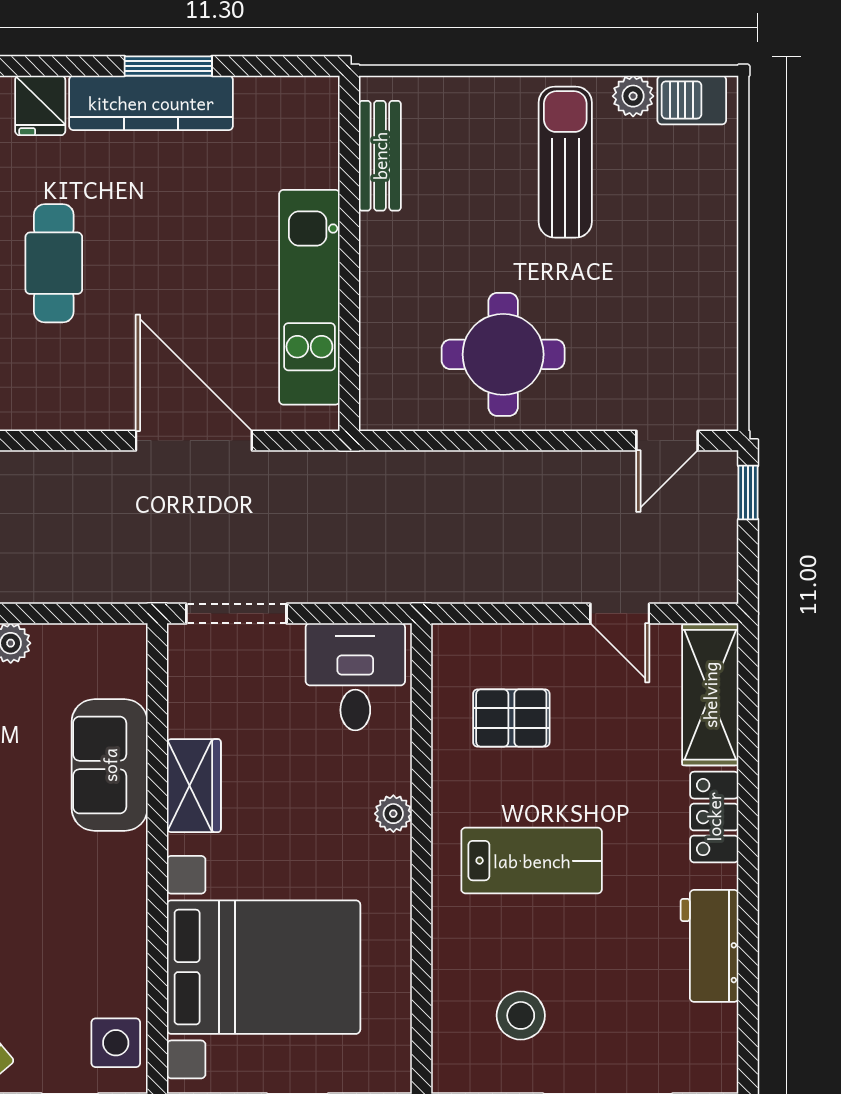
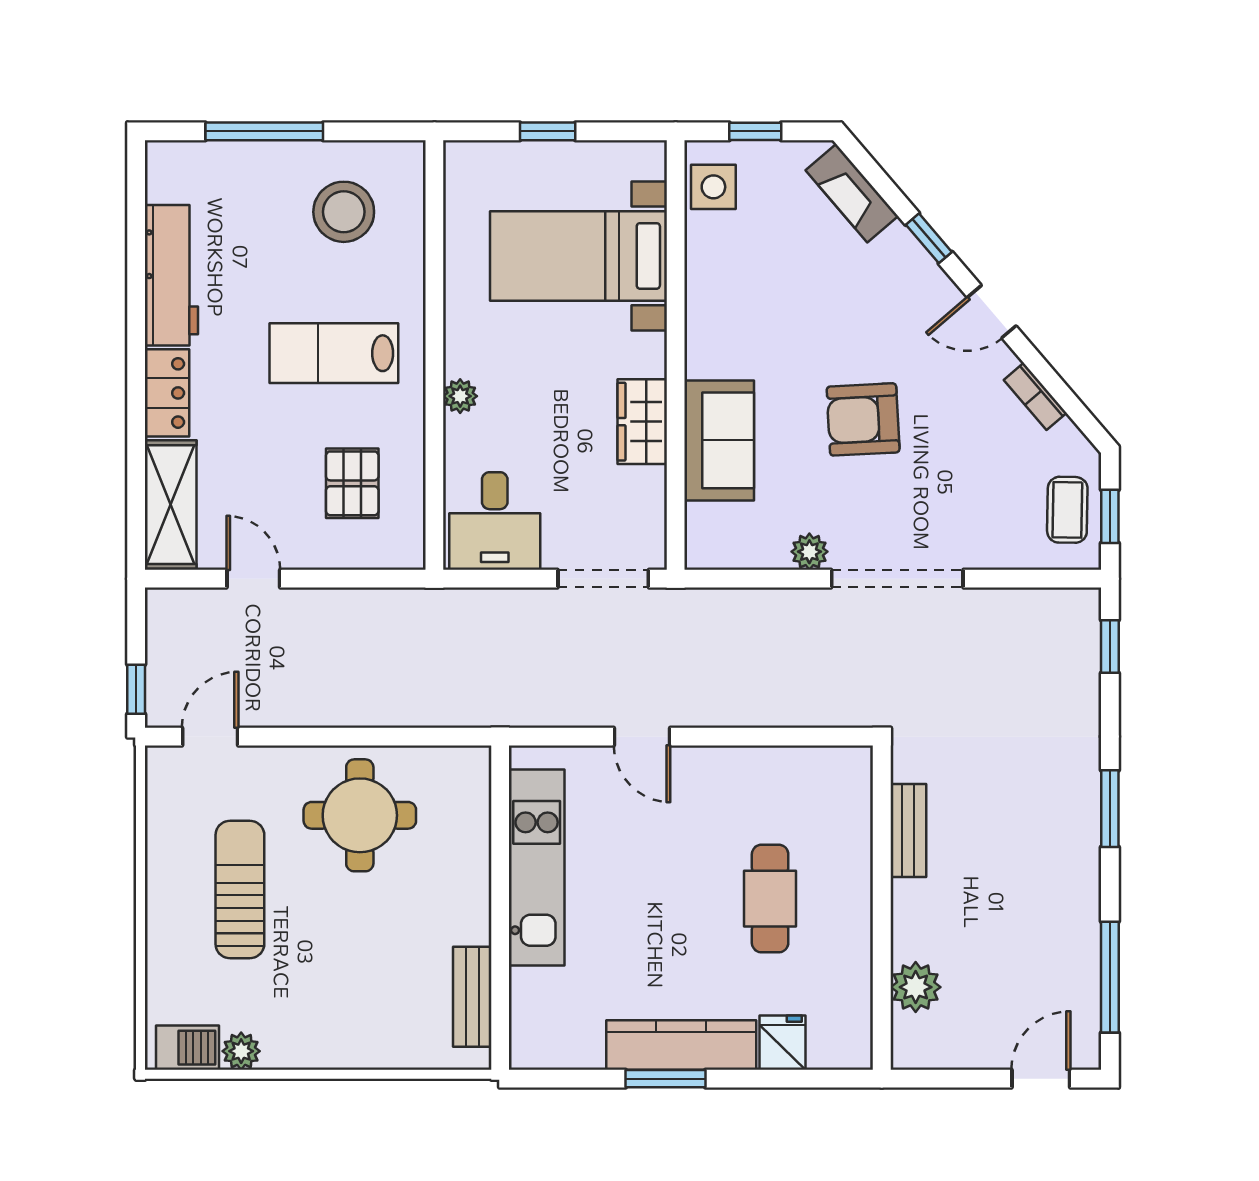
sun lounger: (565, 162) -> (240, 890), moved, turned 180
door: (194, 441) -> (642, 737), width x0.53
pallet: (511, 718) -> (352, 483), turned 90
workbench: (709, 946) -> (171, 275), width x1.38
bed with nightstands: (264, 967) -> (579, 256), width x0.73
stool: (521, 1015) -> (344, 212), width x1.38, depth x1.38

